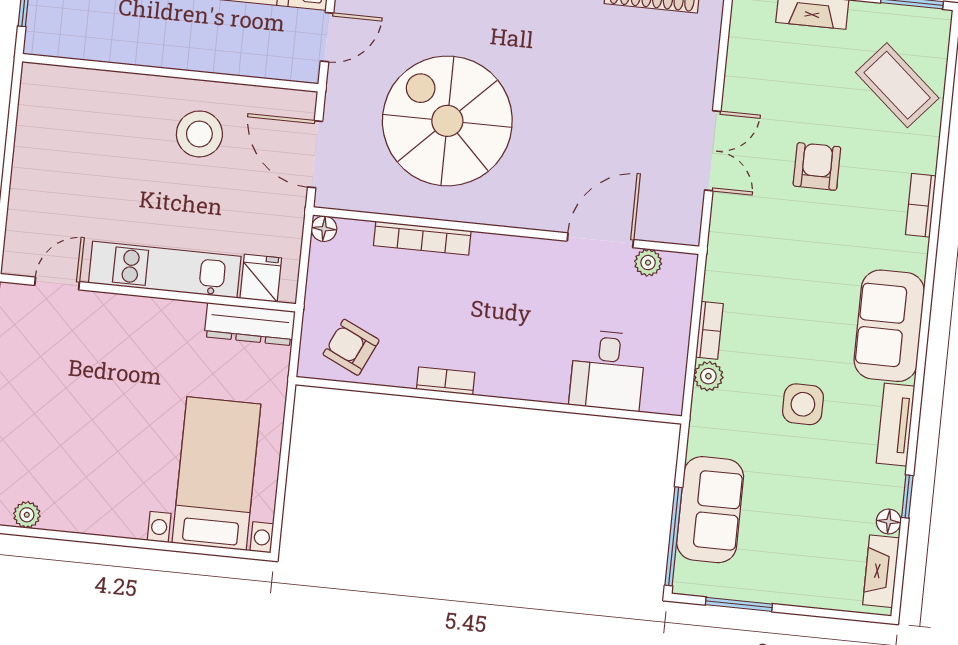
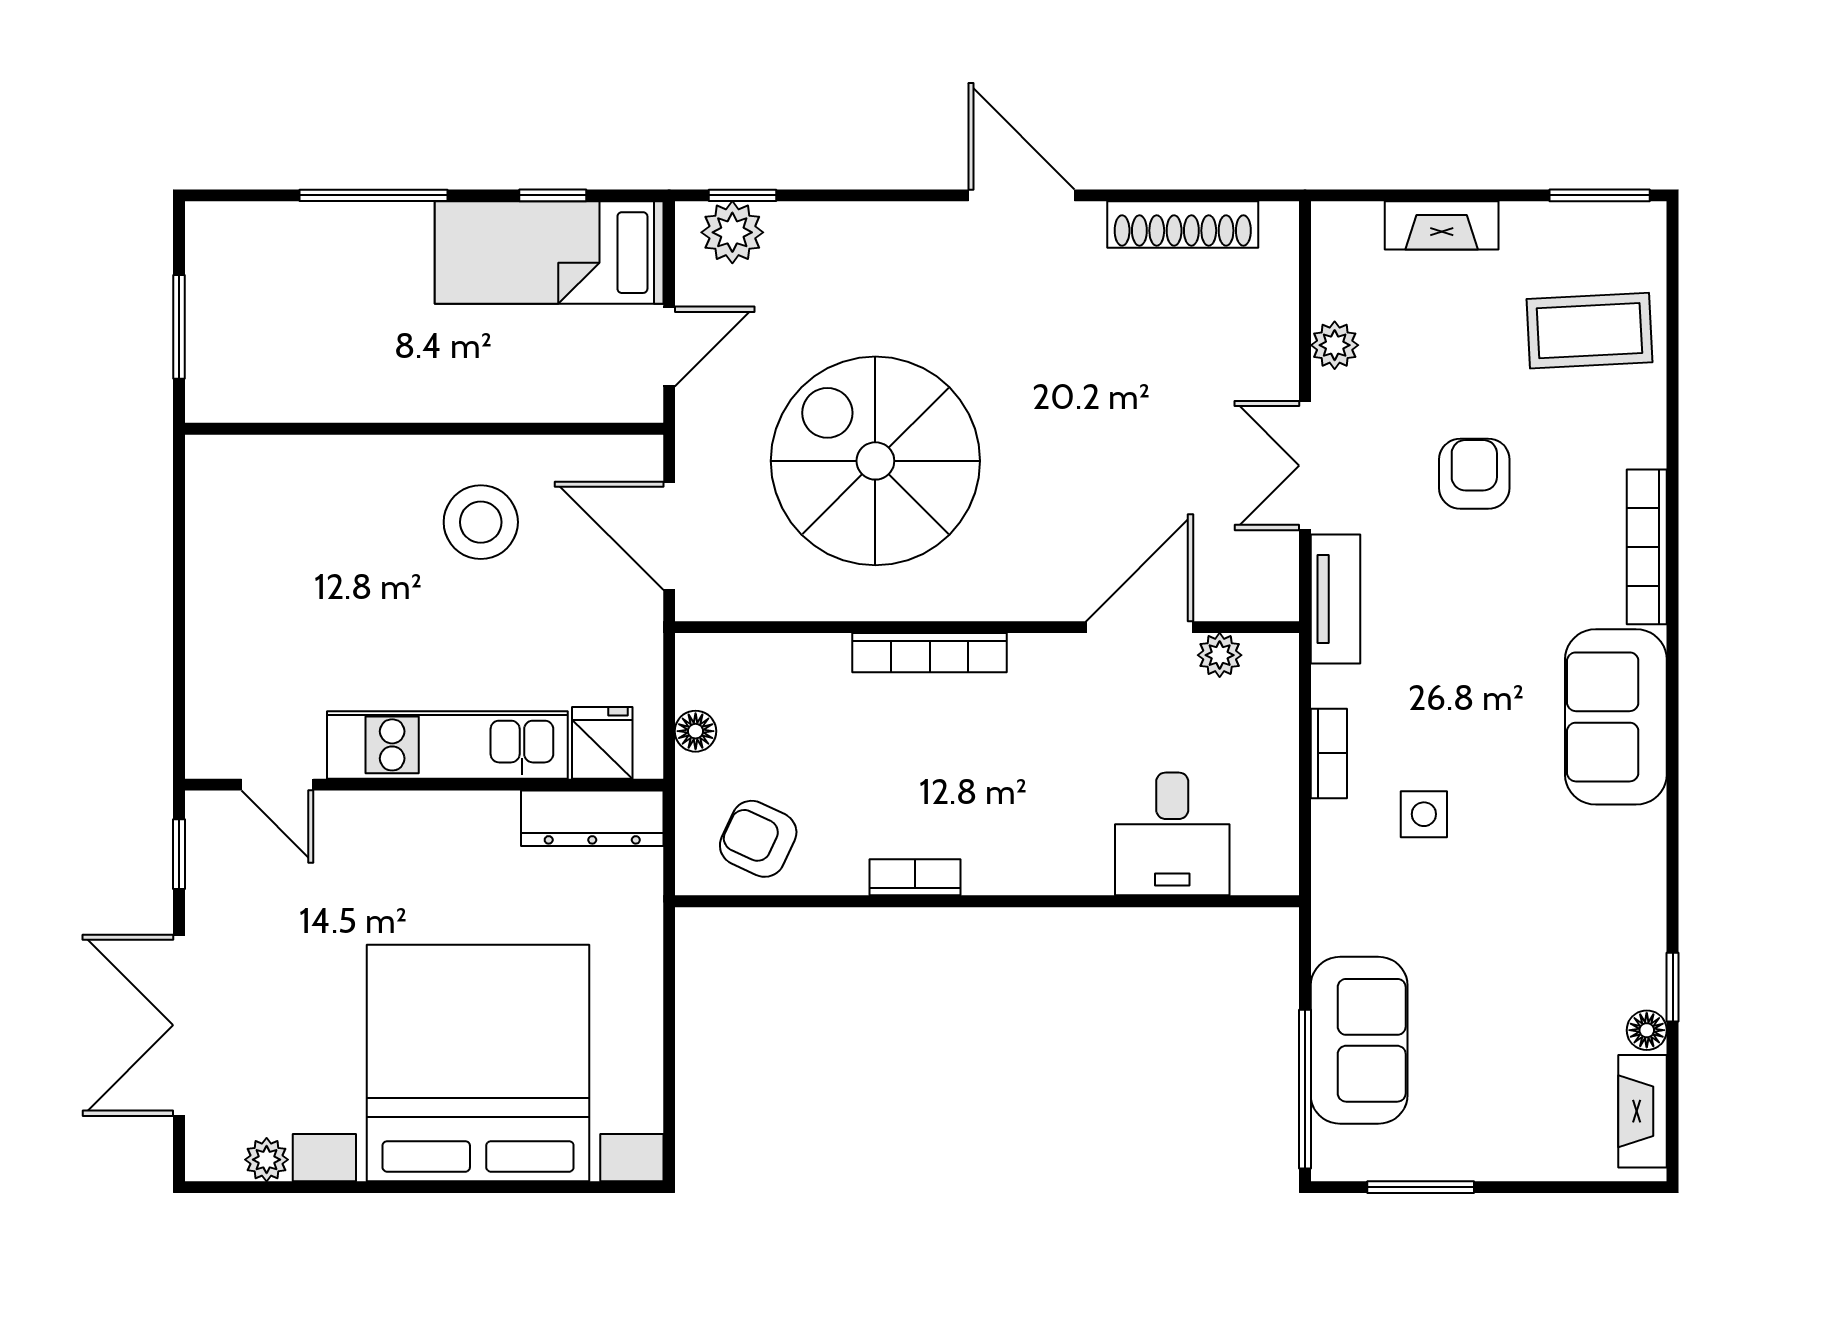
coffee table: (897, 85) -> (1589, 331), turned -44
double door: (713, 151) -> (1305, 466), swing flipped
bookcase: (921, 205) -> (1647, 547), width x1.56
floor lamp: (324, 229) -> (696, 731), moved
bookcase: (422, 238) -> (930, 653), moved
door: (57, 284) -> (277, 785), swing flipped
plant: (708, 376) -> (1335, 345), moved
side table: (803, 404) -> (1424, 814), moved, width x0.73, depth x0.73
tv unit: (895, 425) -> (1336, 599), moved, turned 180
bed with nightstands: (216, 474) -> (478, 1063), width x1.85

